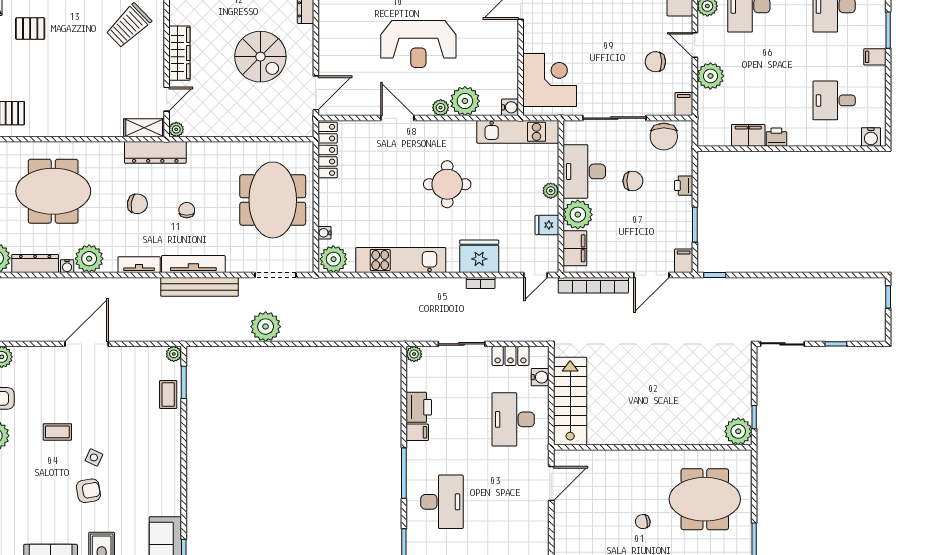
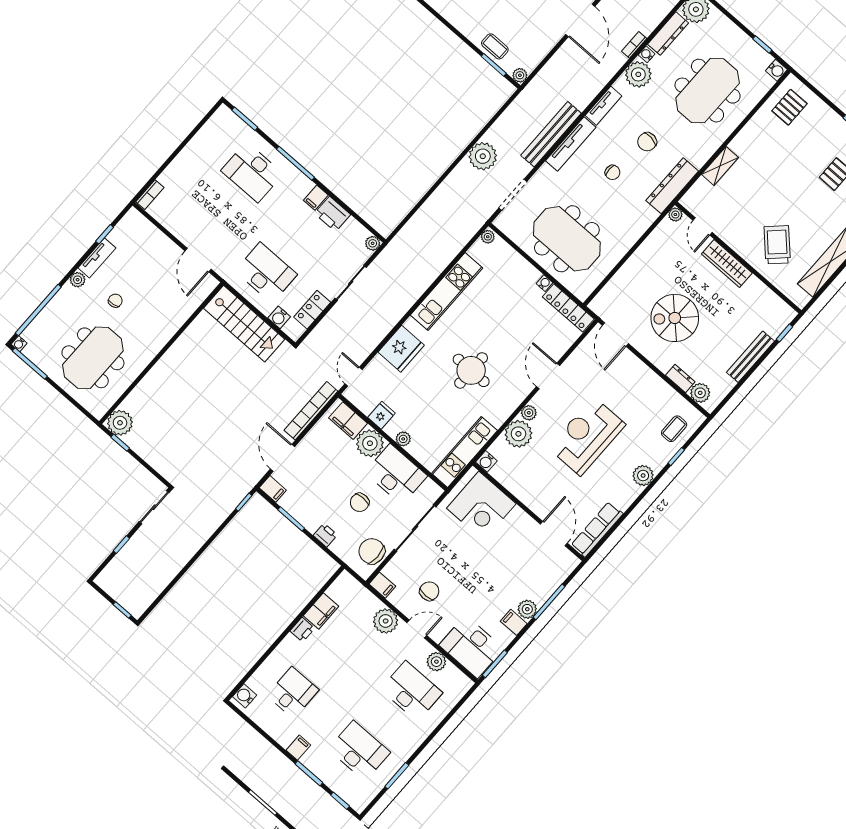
door: (397, 118) -> (548, 376), swing flipped
shelving: (144, 128) -> (720, 166), moved
water cooler: (325, 233) -> (544, 283), moved
plant: (333, 259) -> (488, 237), width x0.53, depth x0.53
bookcase: (481, 283) -> (634, 45), moved

